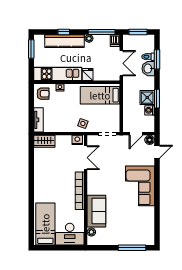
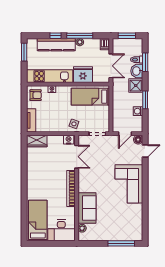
window: (102, 32) -> (80, 36), moved
fridge: (88, 74) -> (83, 75), width x1.88, depth x1.34
shower: (147, 98) -> (136, 86), moved

